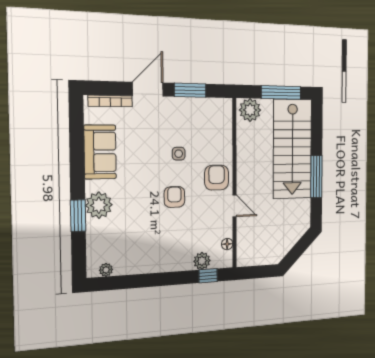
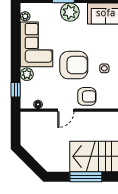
armchair: (174, 197) -> (74, 65), width x1.88, depth x1.88
corner sofa: (146, 251) -> (37, 44), added
plant: (202, 261) -> (27, 74), moved

